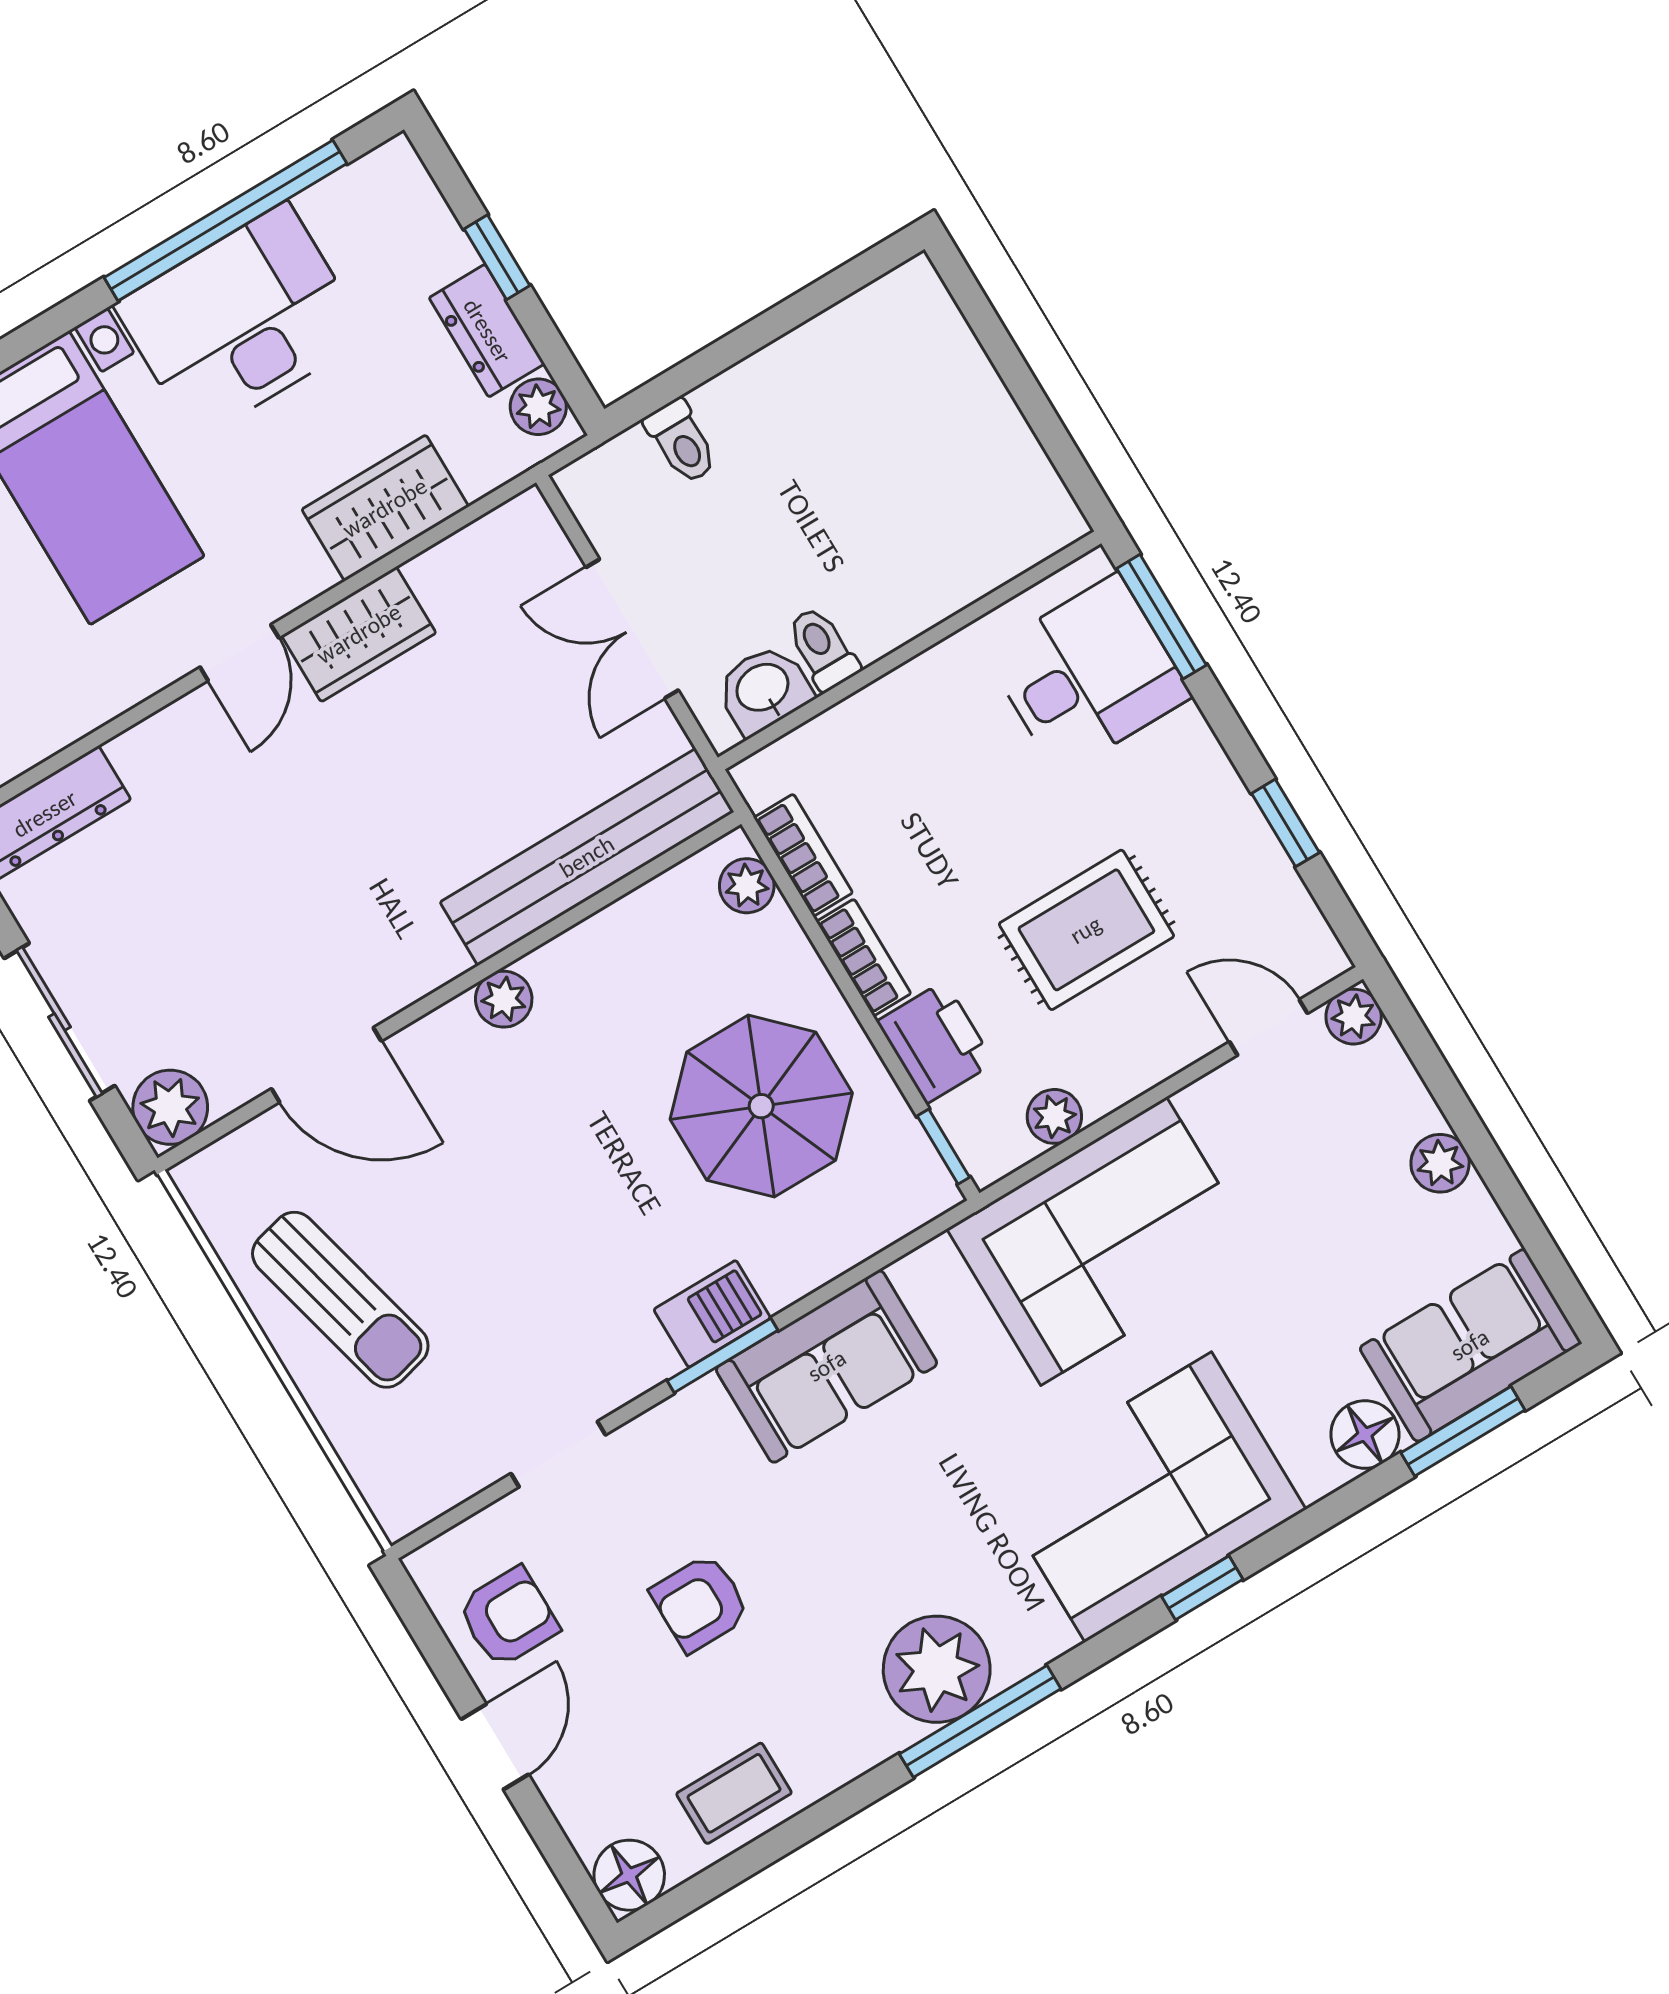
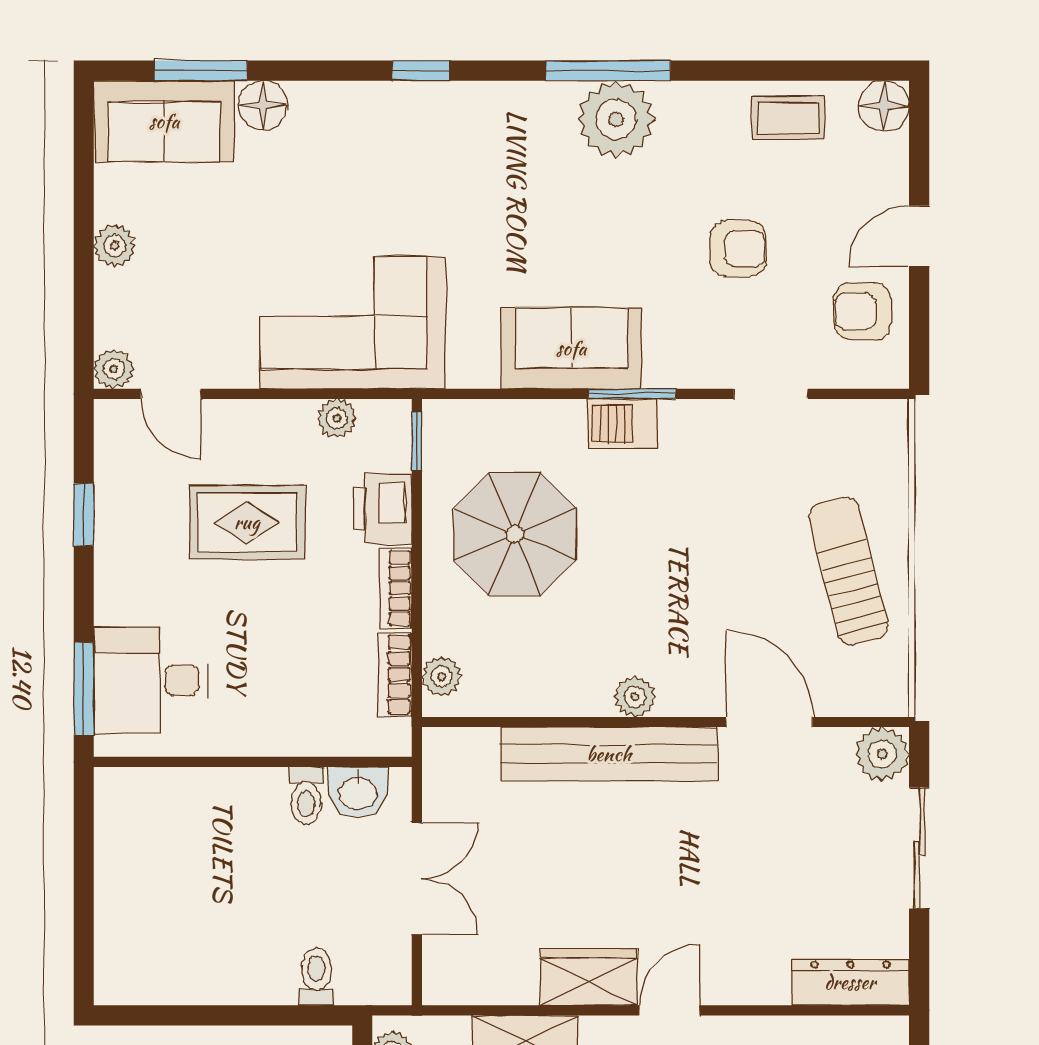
bench: (587, 857) -> (609, 754), moved
corner sofa: (1148, 1497) -> (420, 147), removed

